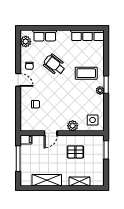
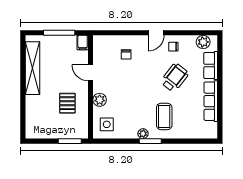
row of seats: (88, 35) -> (211, 101), moved
shelving: (47, 180) -> (32, 68), width x1.47
shelving: (79, 182) -> (31, 108), removed

